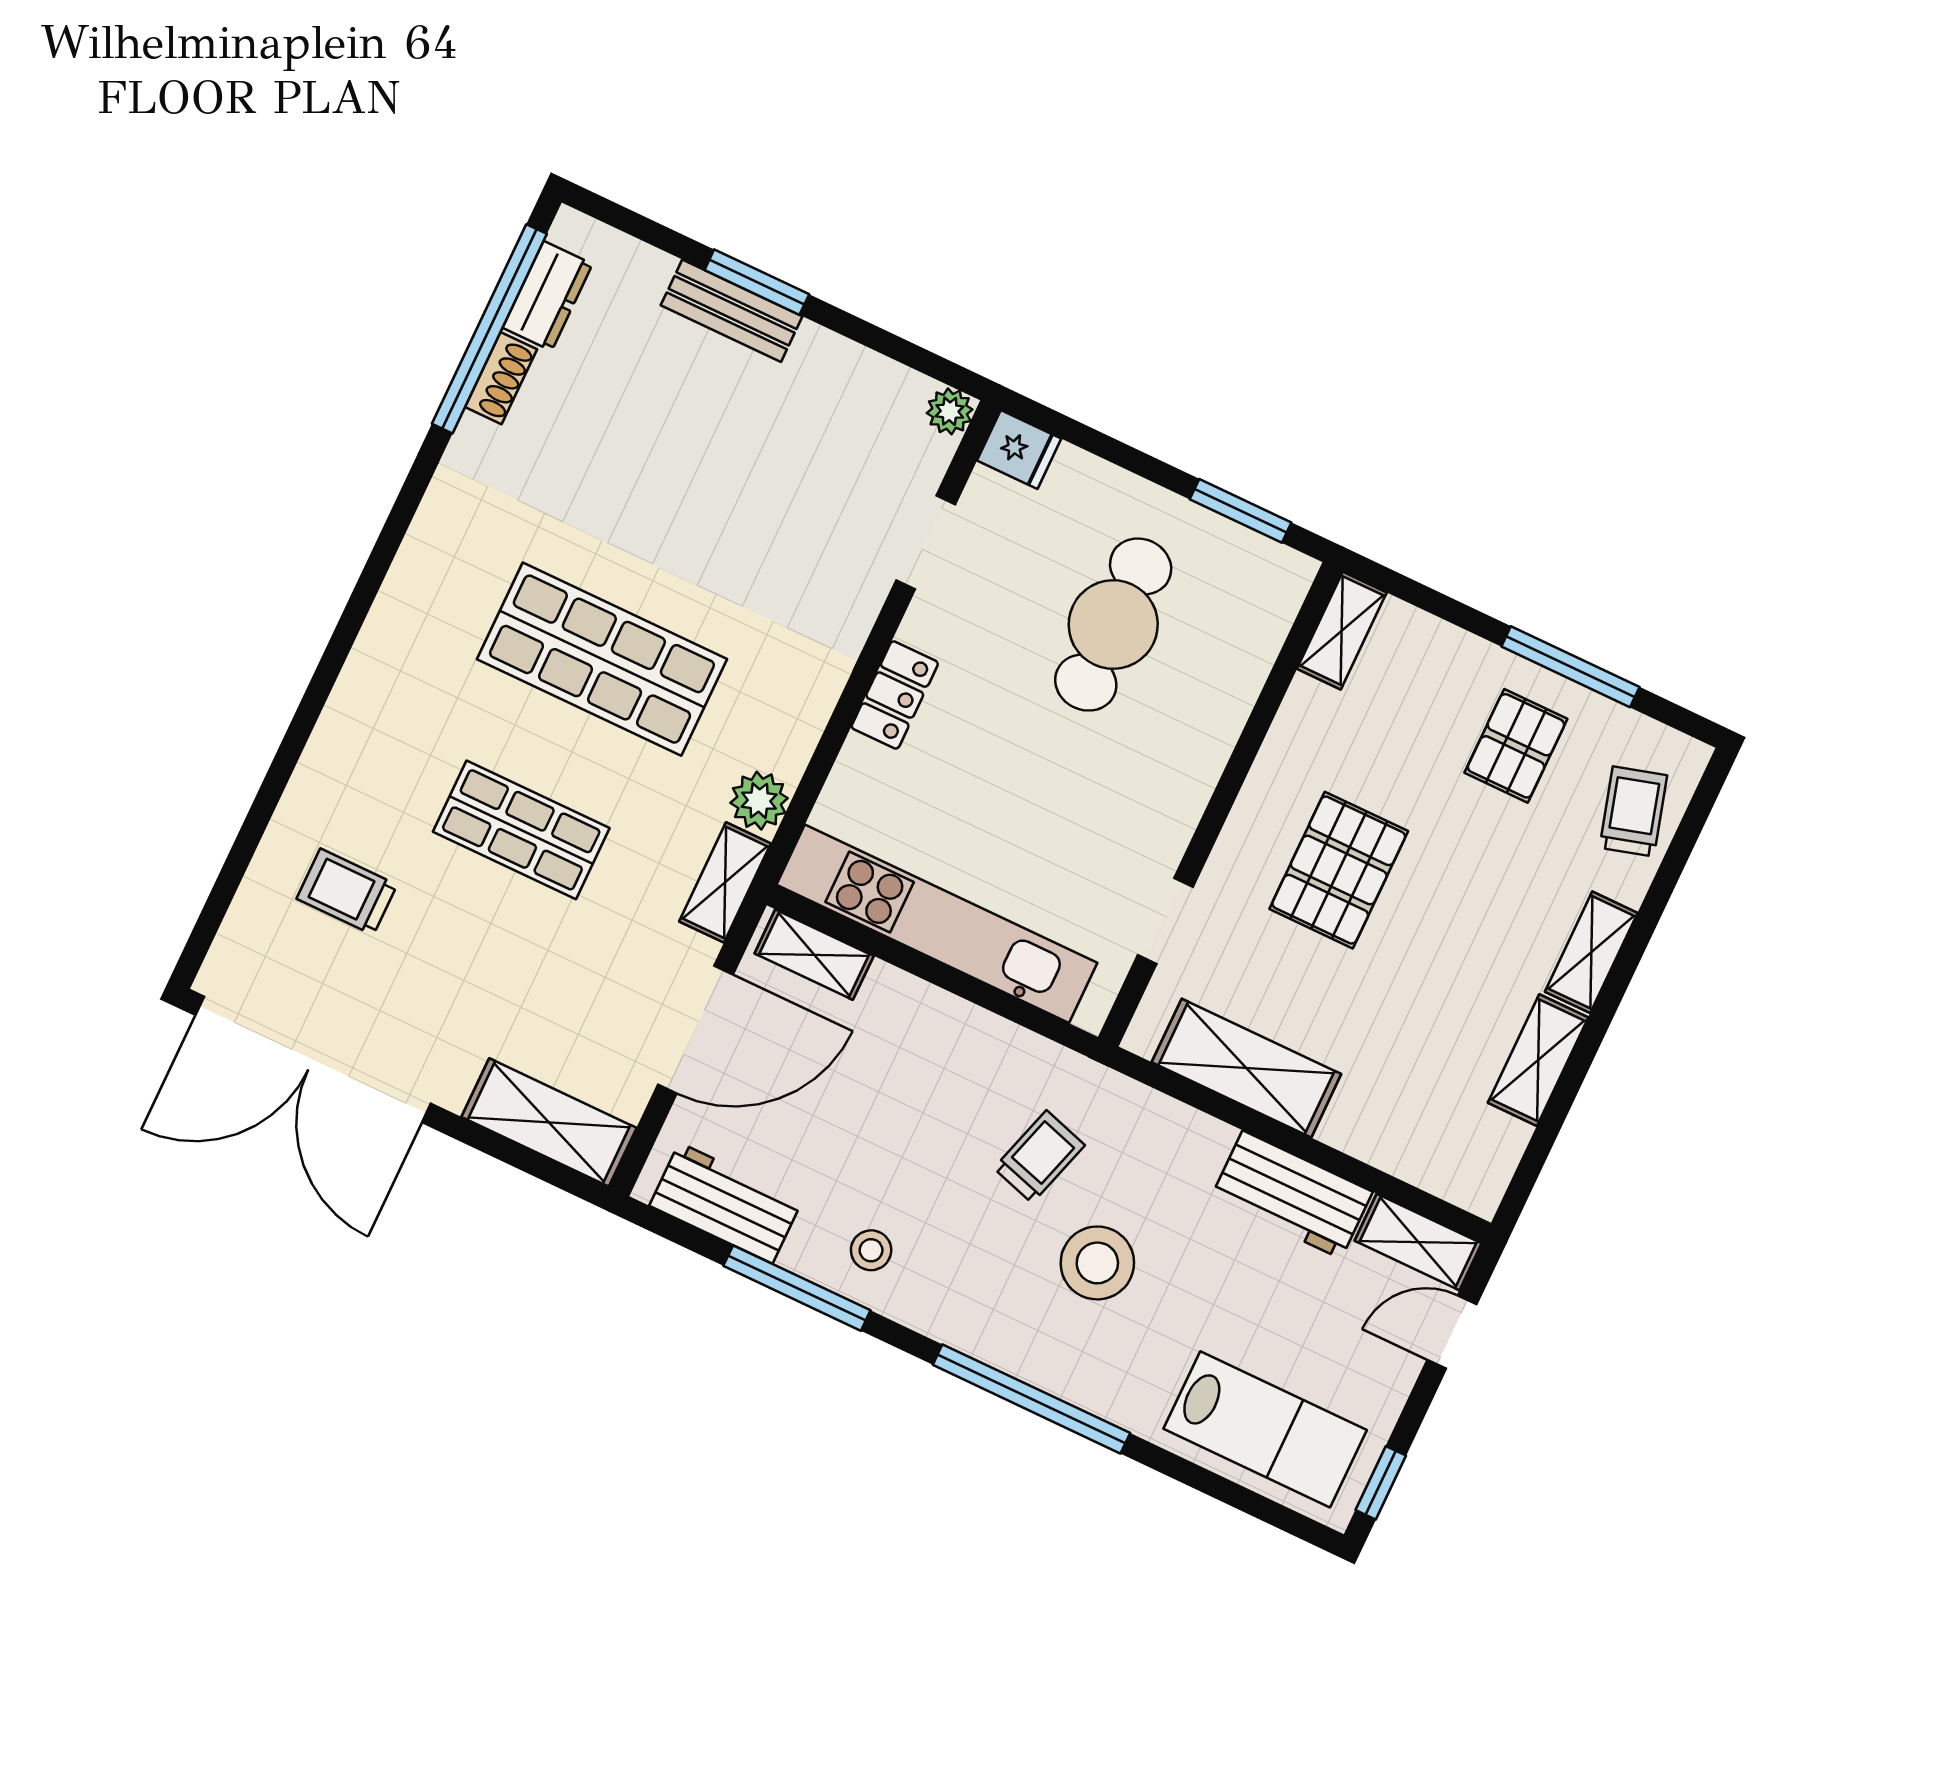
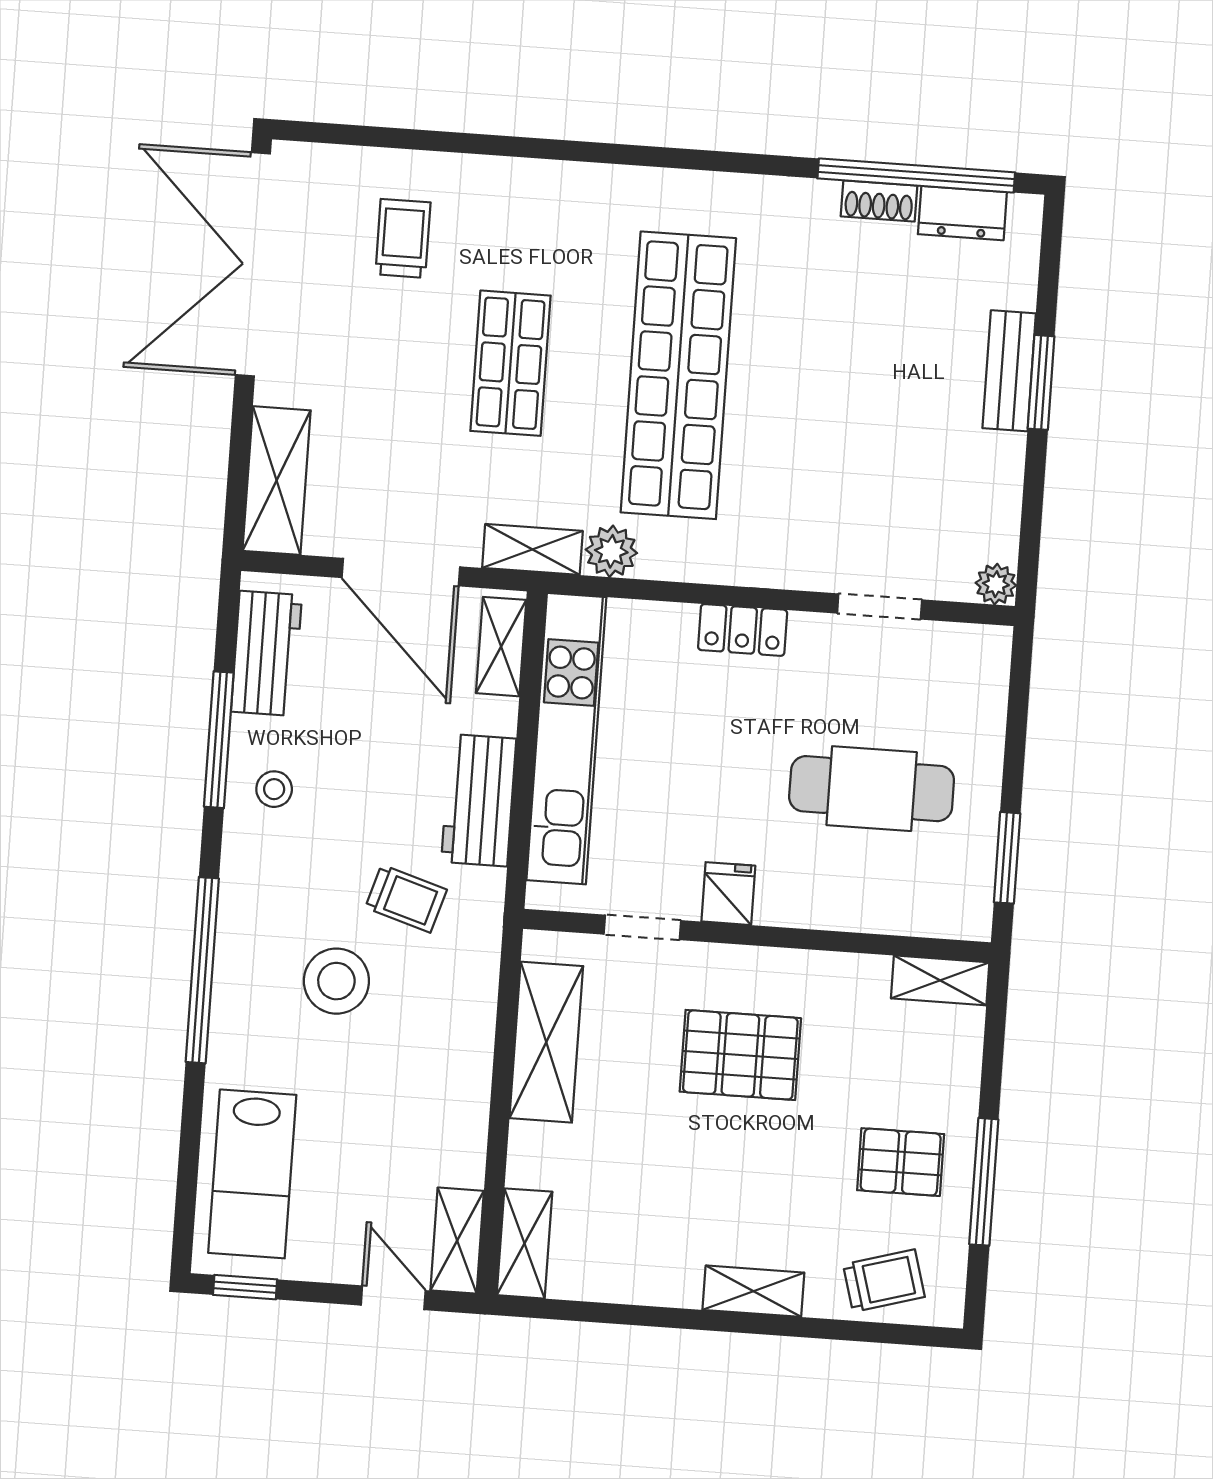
fridge: (1019, 450) -> (728, 894), moved, turned 180
shop shelf: (602, 659) -> (678, 375), width x1.40
shelving: (1538, 1060) -> (525, 1243), moved, turned 90
workbench: (1292, 1195) -> (479, 800), moved

